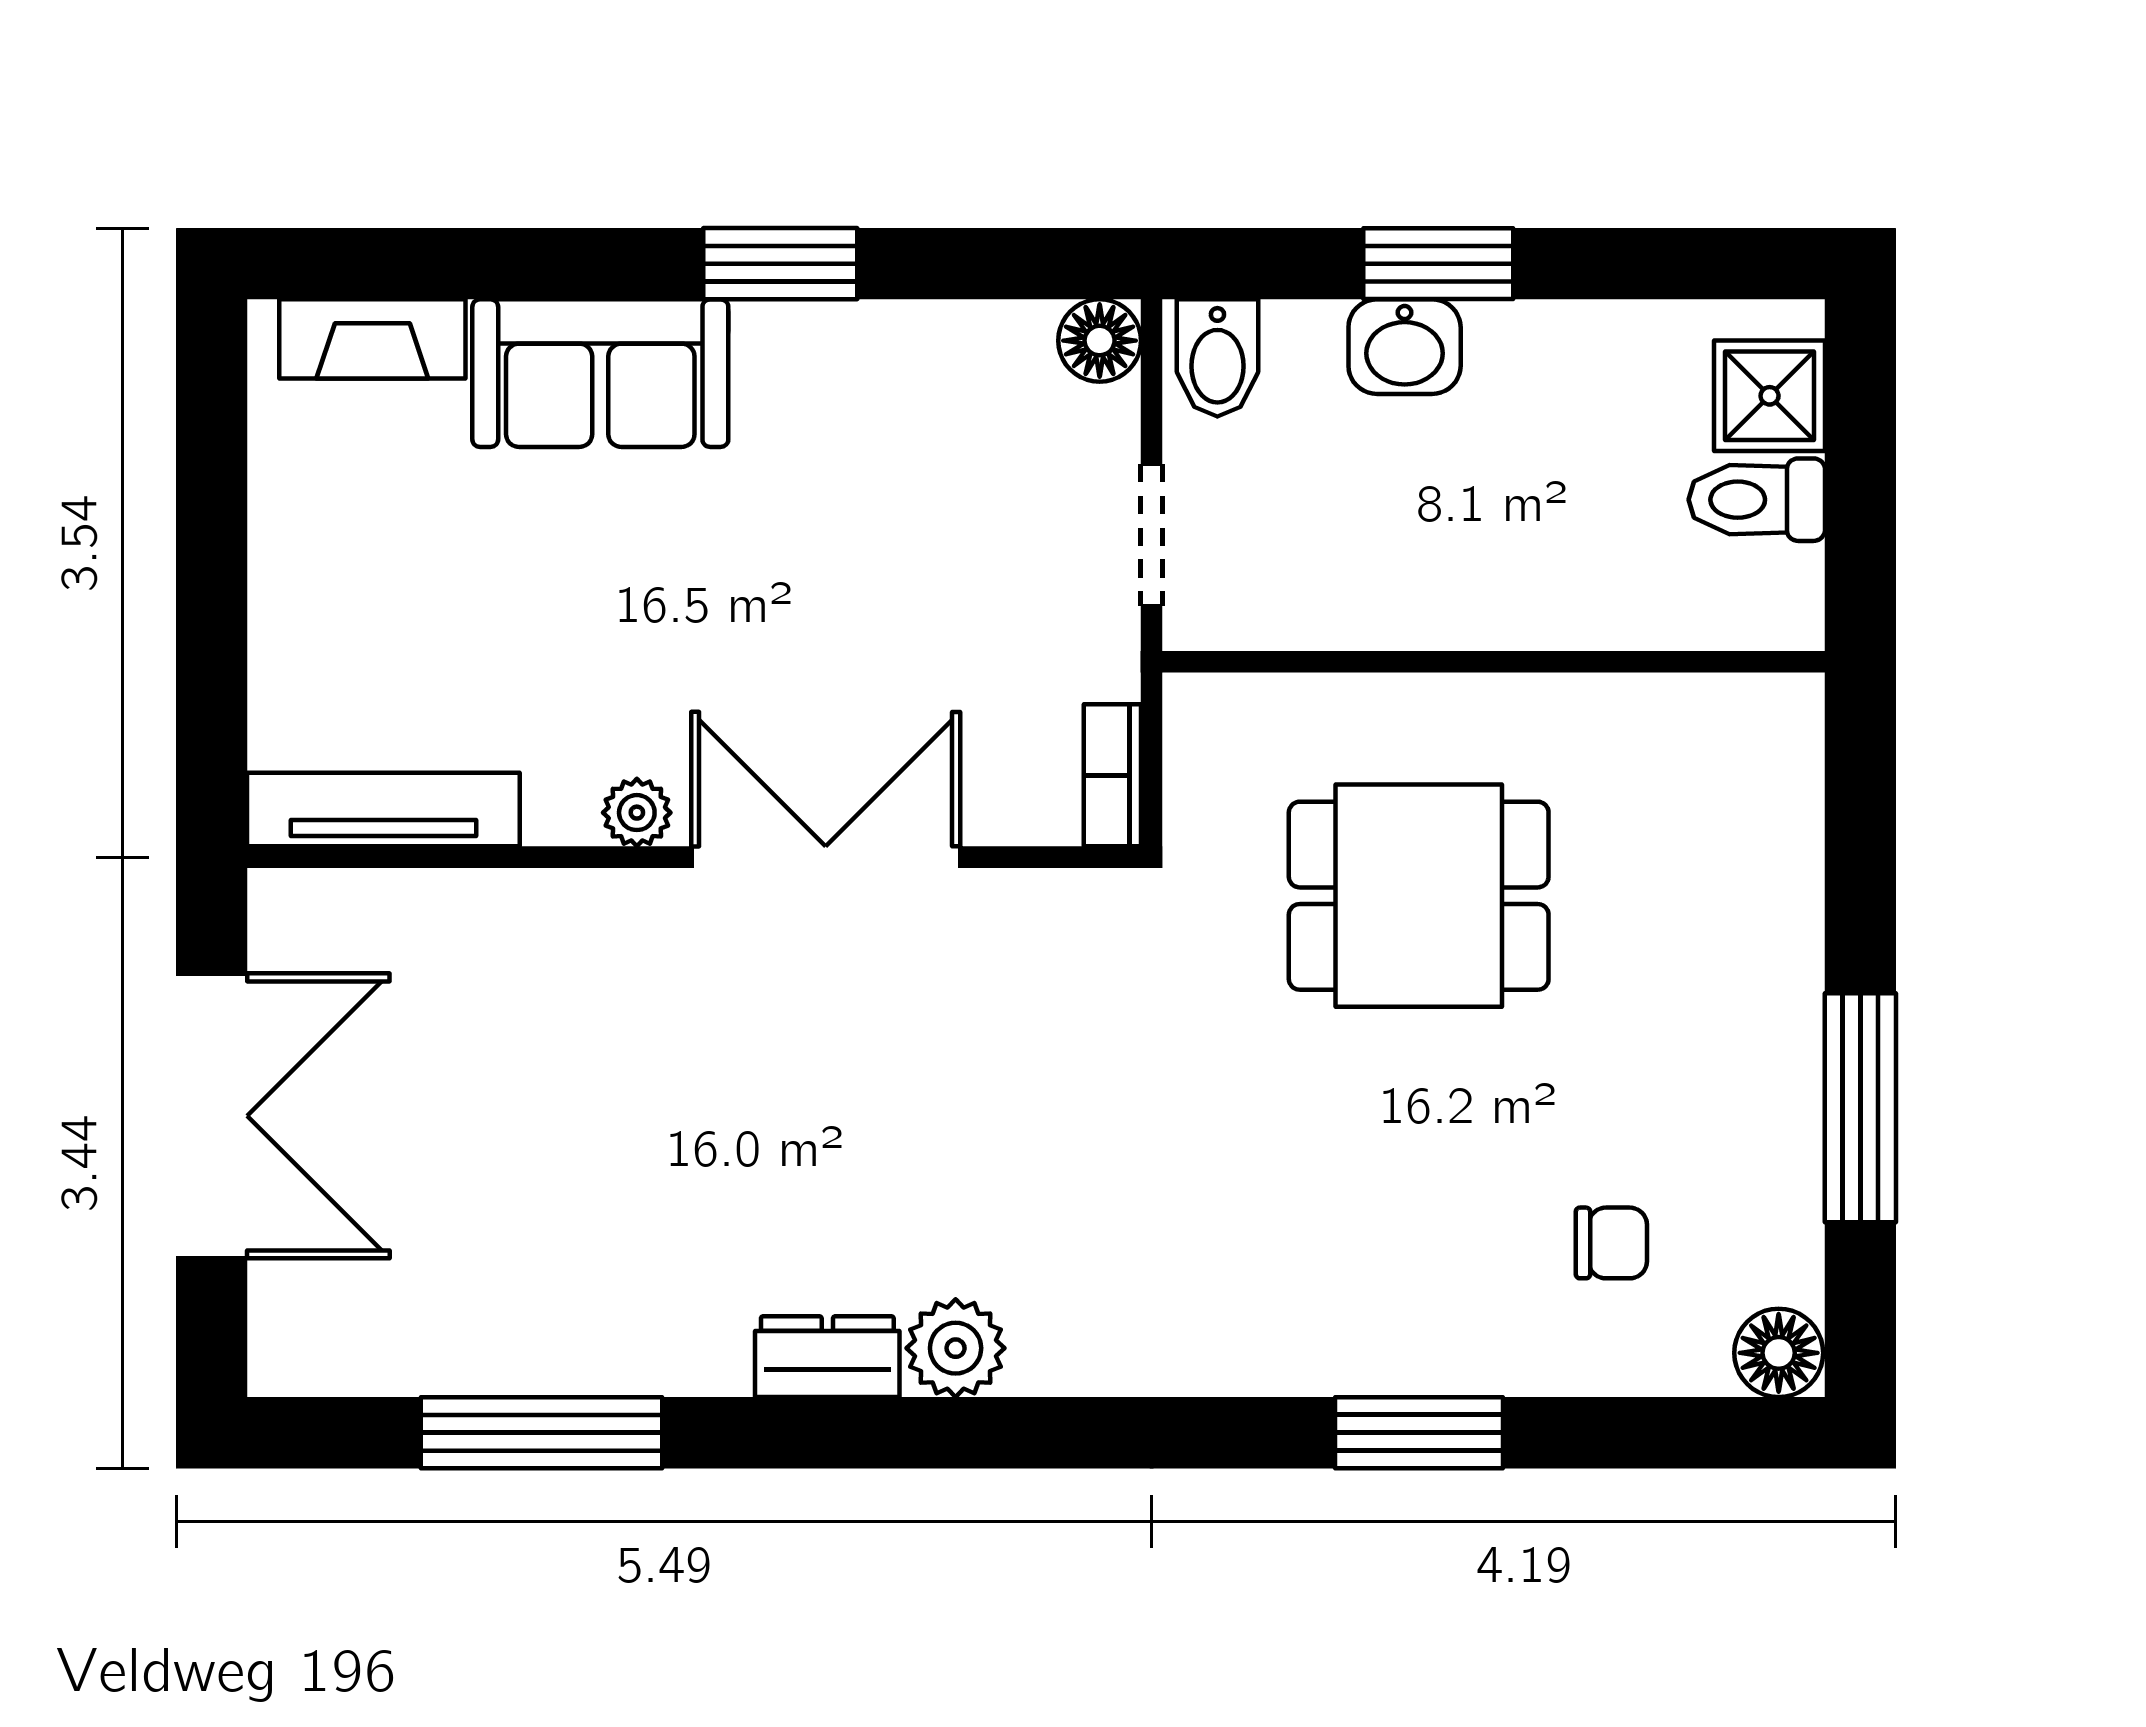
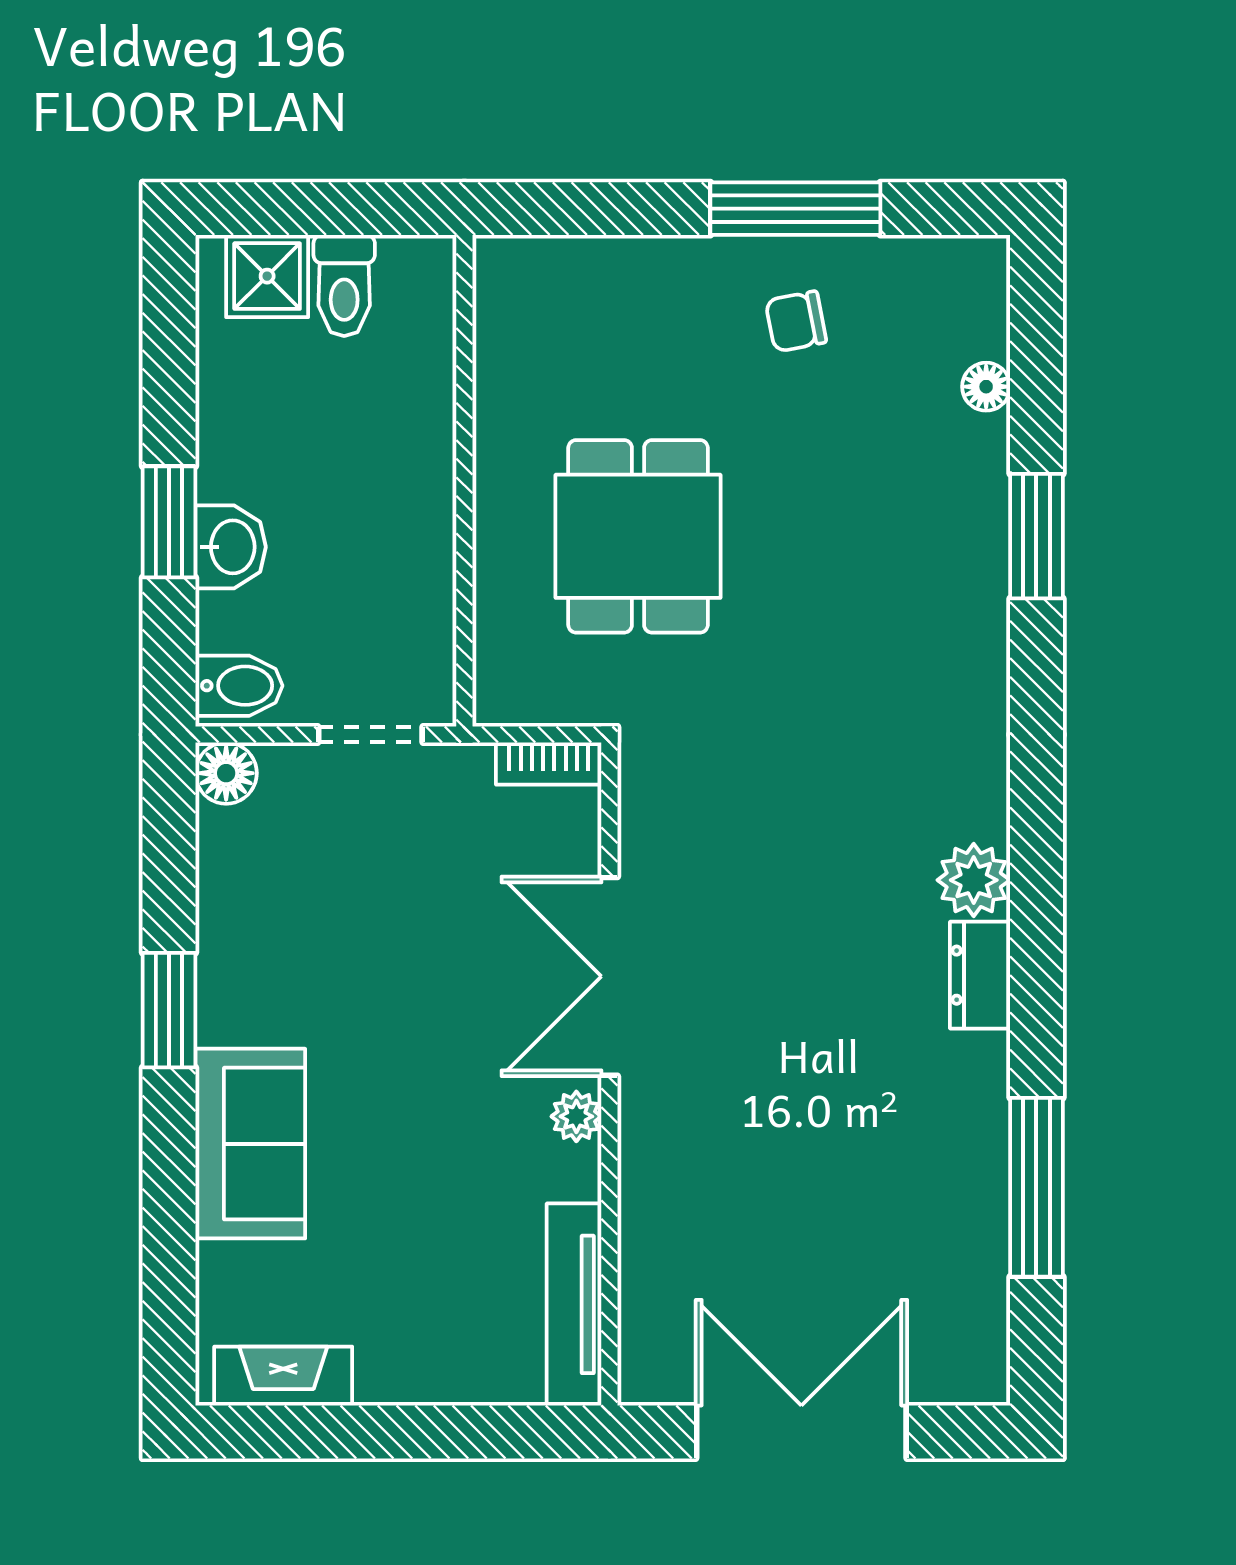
fireplace: (372, 339) -> (283, 1376), moved, turned -90
chair: (1611, 1243) -> (796, 321), moved, turned -101
floor lamp: (1779, 1353) -> (986, 387), moved, width x0.73, depth x0.73

